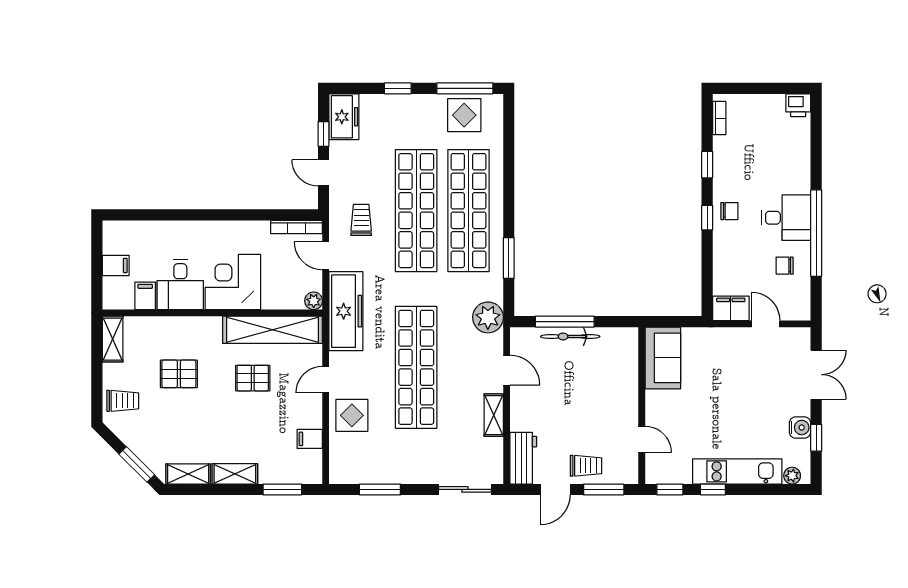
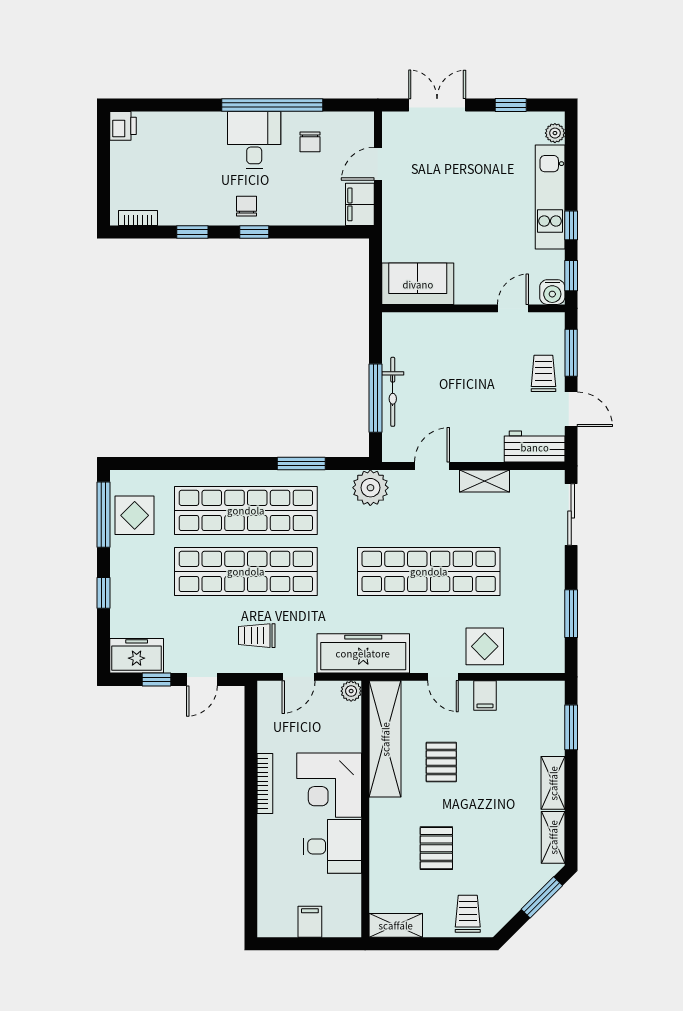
bookcase: (297, 227) -> (265, 783), moved
filing cabinet: (145, 296) -> (345, 887), removed
water cooler: (800, 428) -> (552, 292), moved, turned 180
filing cabinet: (310, 439) -> (485, 695), moved

